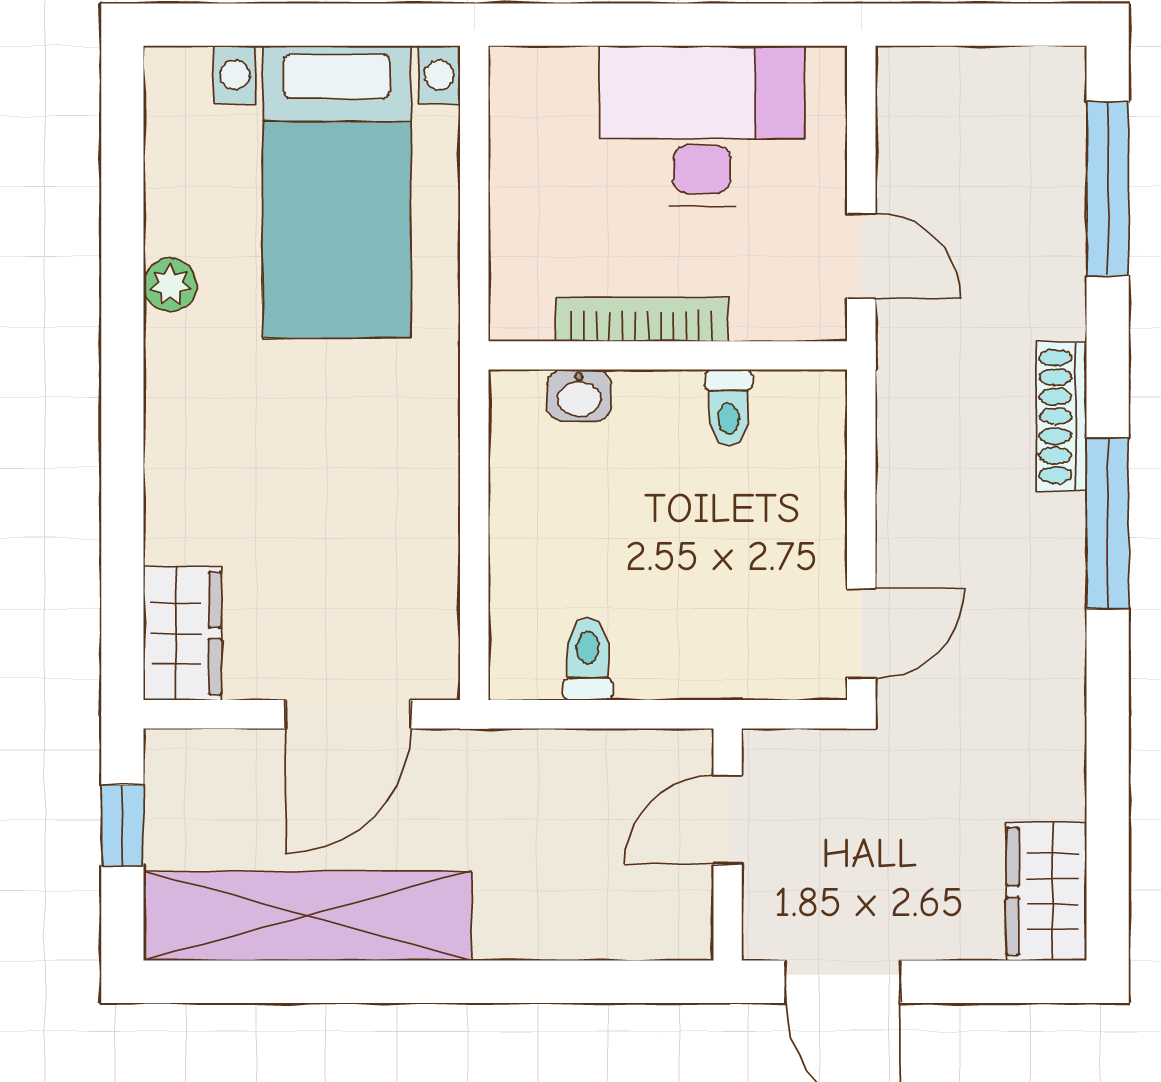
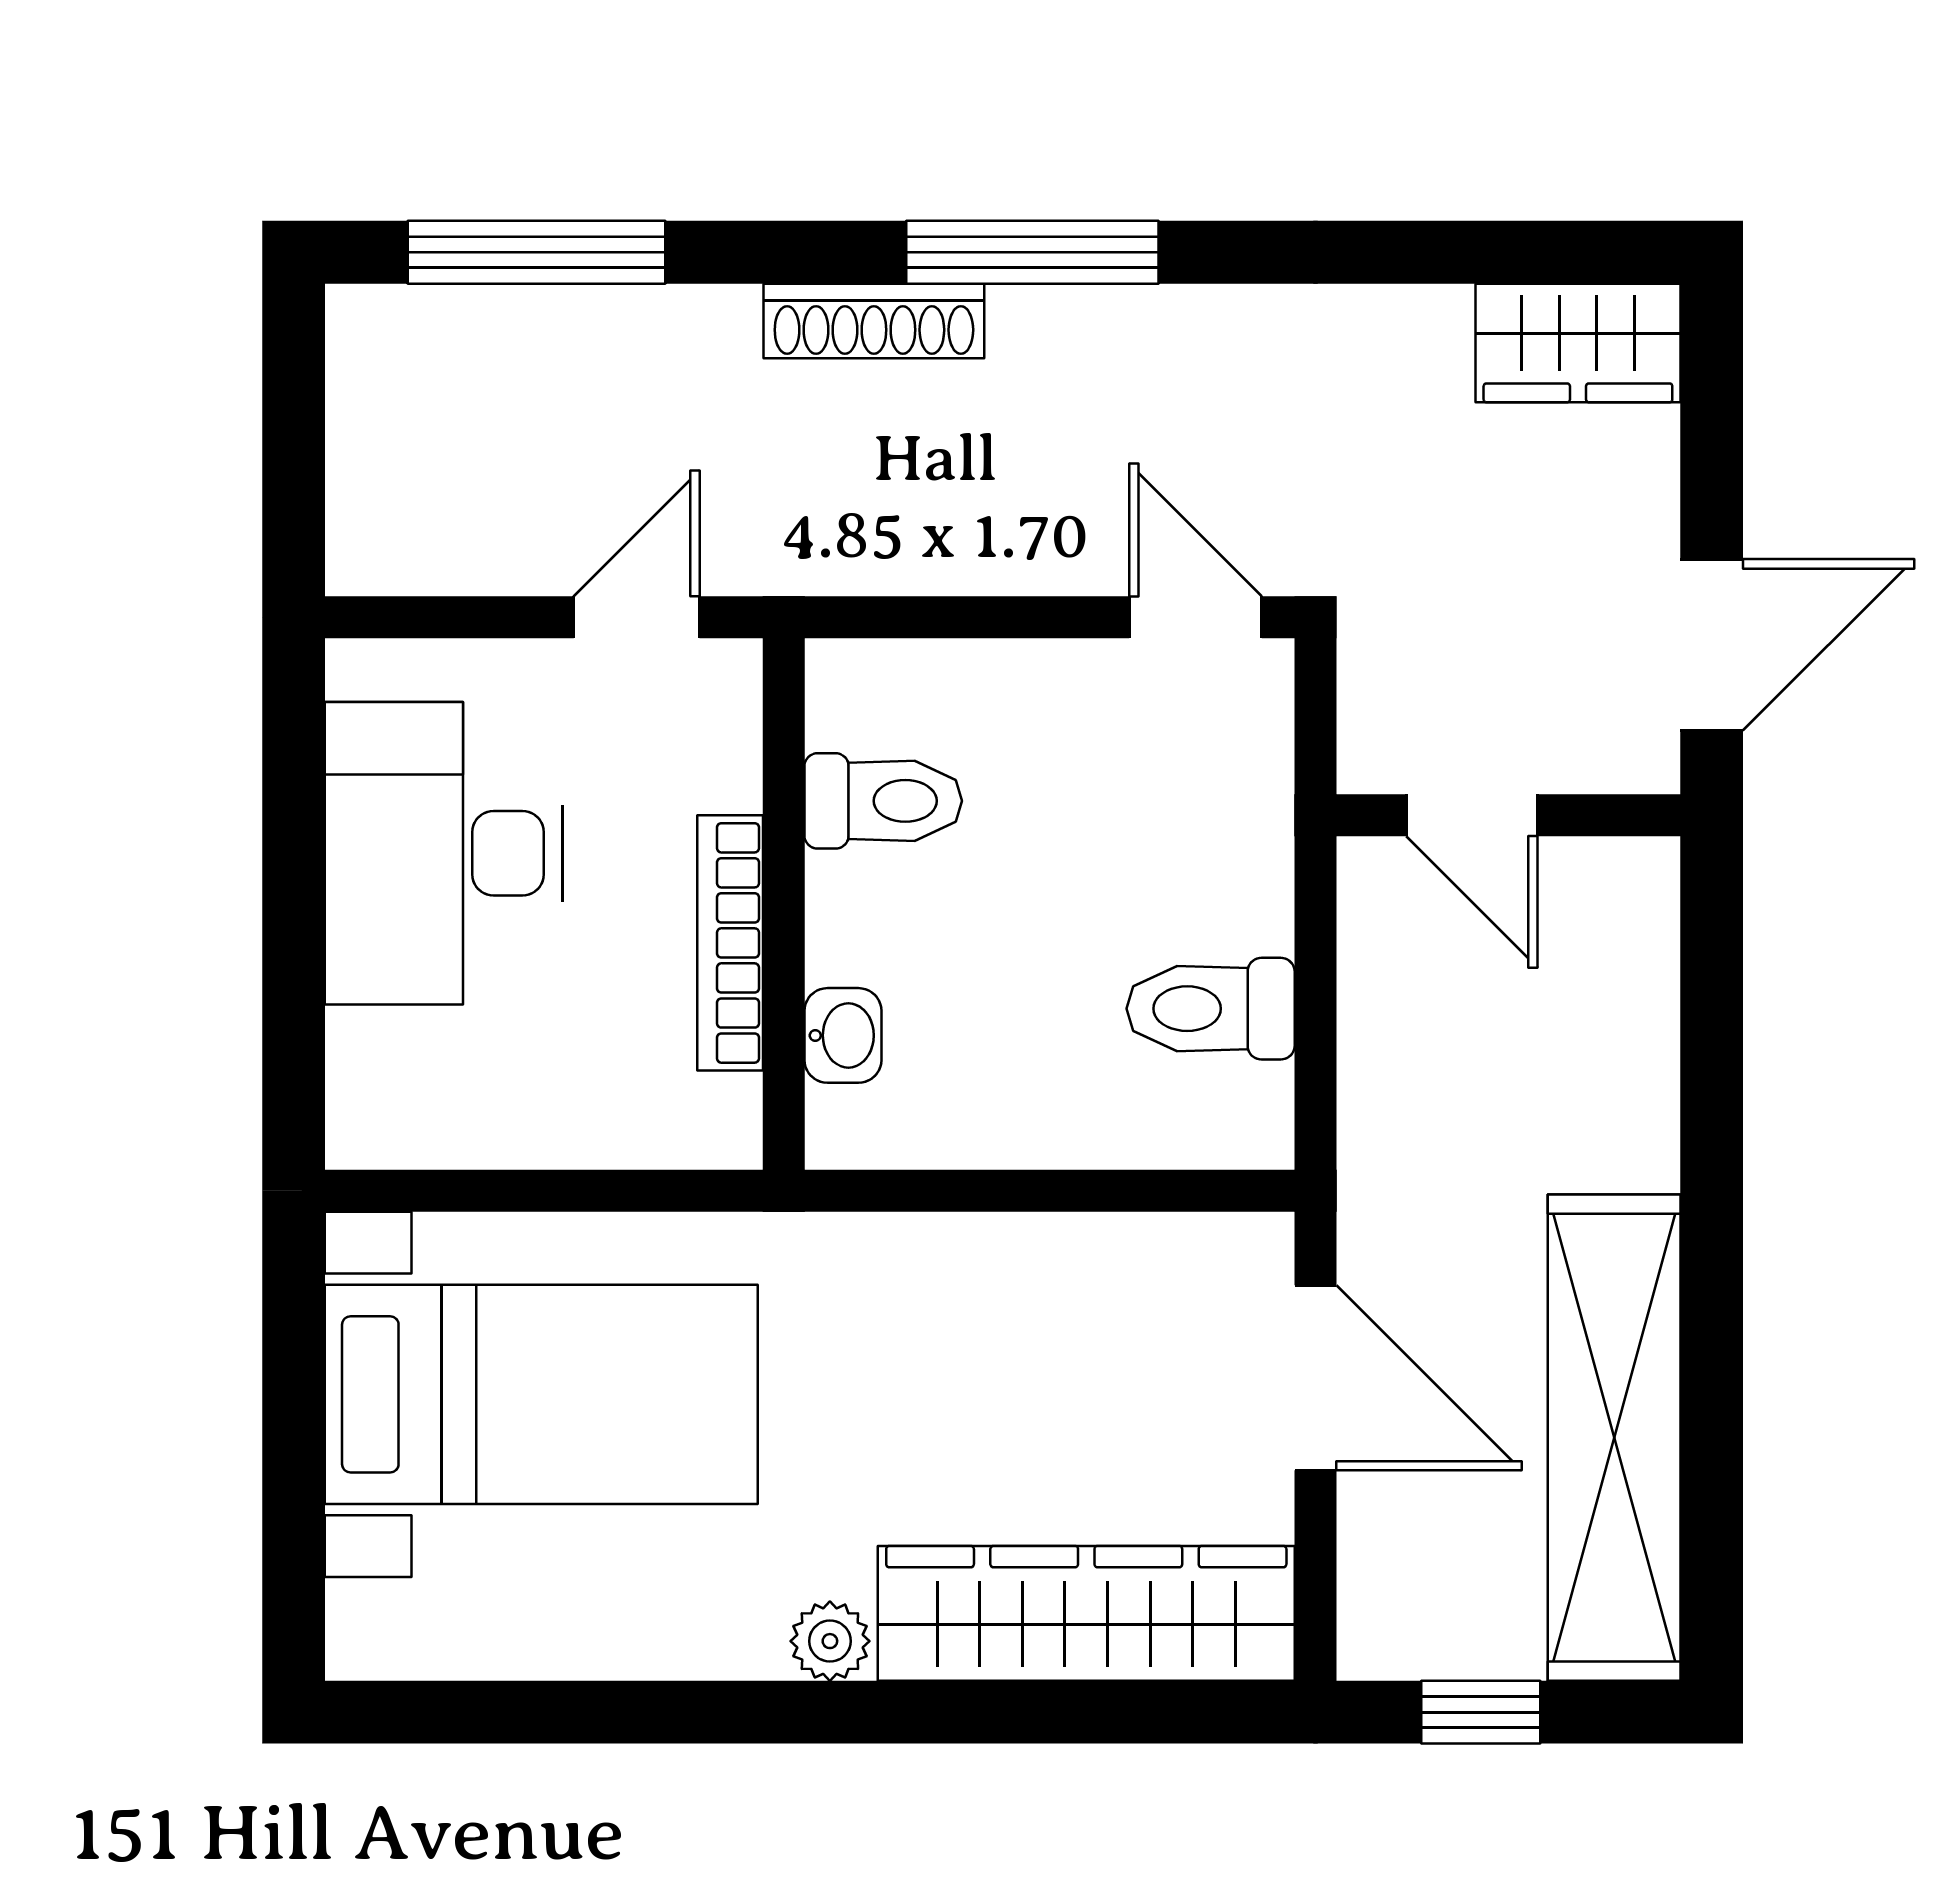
plant: (170, 285) -> (830, 1641), moved
toilet: (729, 408) -> (883, 801), width x1.37, depth x1.39
wardrobe: (182, 633) -> (1086, 1613), width x2.10, depth x1.17
toilet: (588, 659) -> (1211, 1009), width x1.37, depth x1.39

